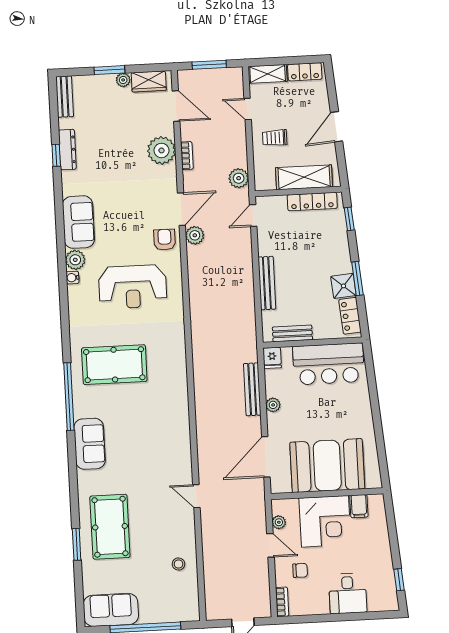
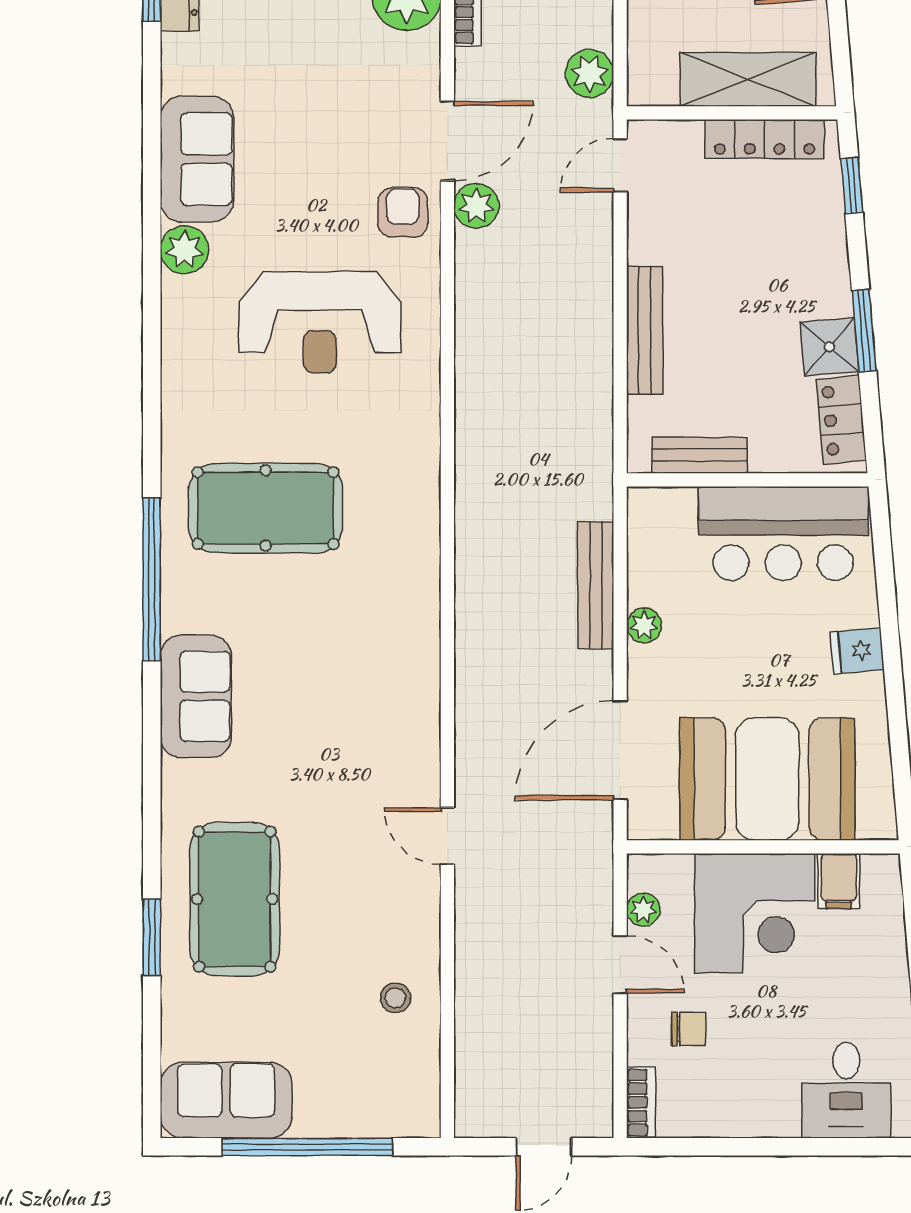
water cooler: (72, 278) -> (176, 293), removed
fridge: (272, 358) -> (857, 651), moved, turned 85
desk: (348, 593) -> (846, 1090), moved

